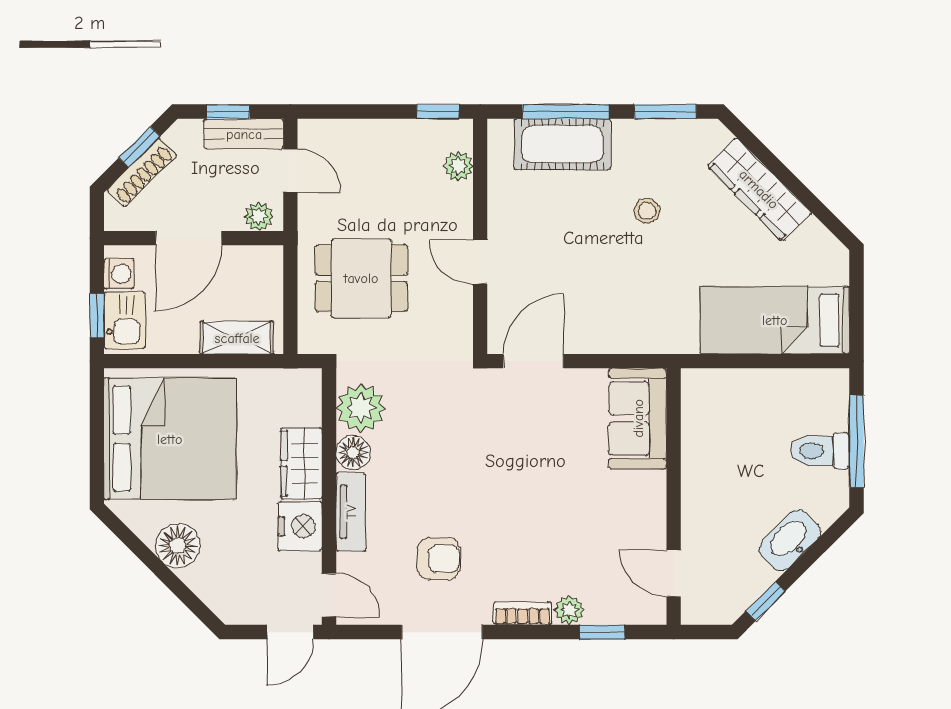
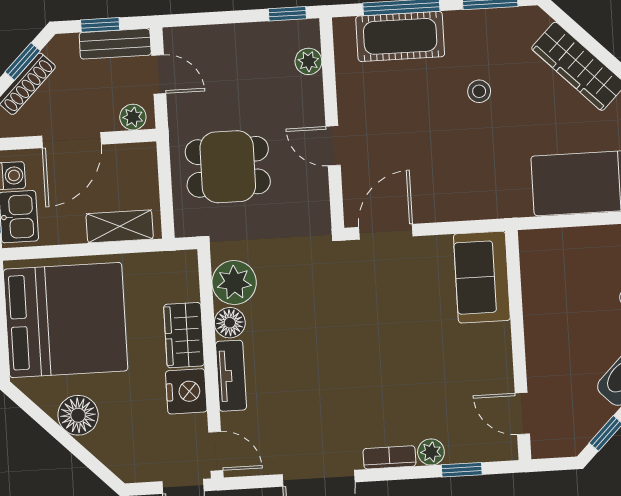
armchair: (439, 559) -> (312, 413), removed

